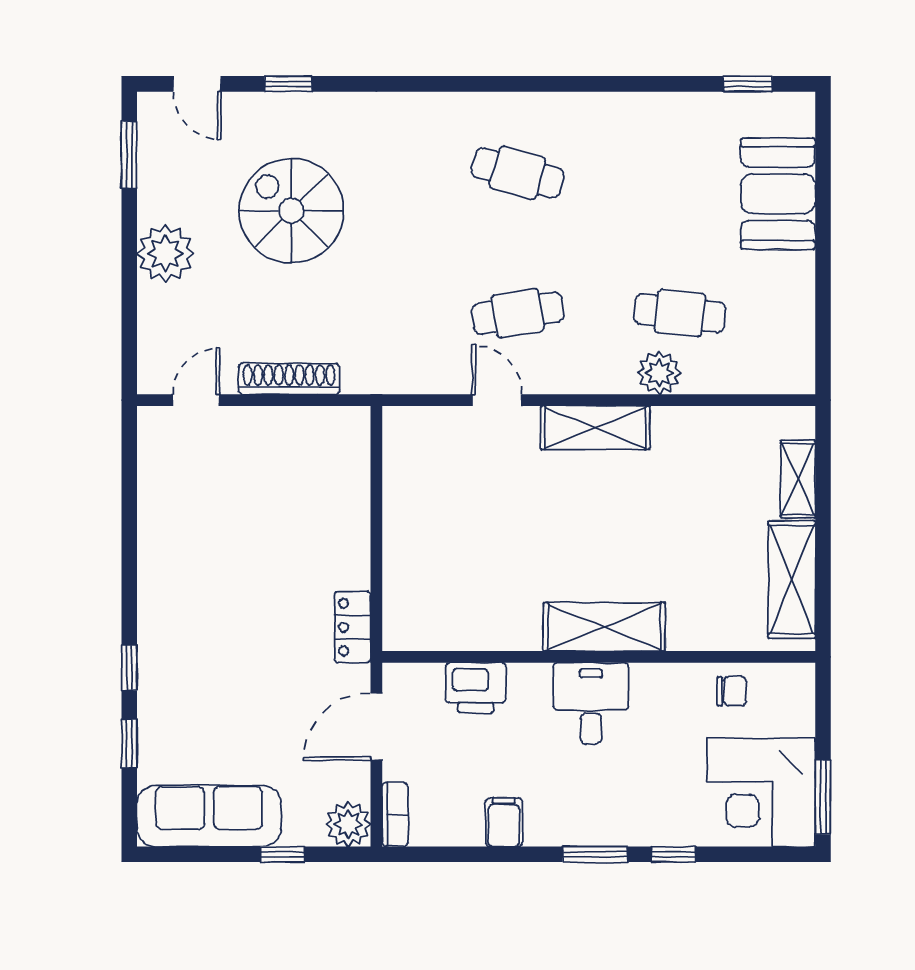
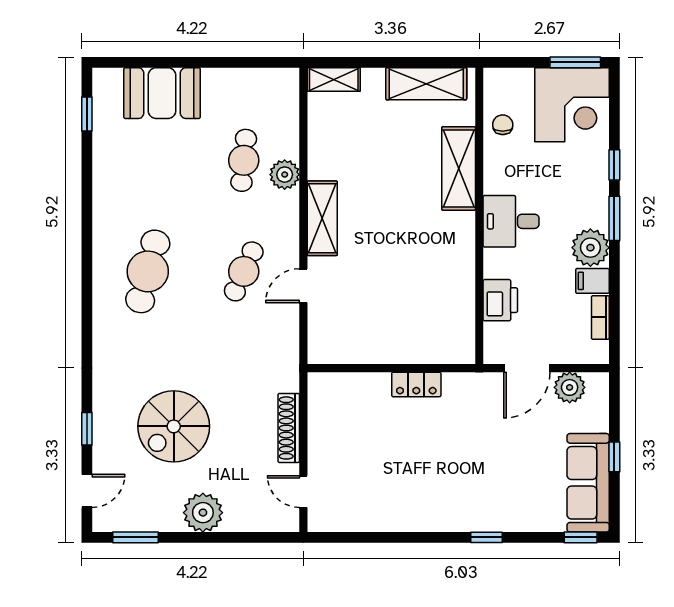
cafe table: (518, 173) -> (148, 271), width x1.37, depth x1.35
cafe table: (518, 313) -> (244, 271), turned 33
shelving: (798, 479) -> (334, 79), moved
locker: (353, 627) -> (416, 384), moved
shelving: (604, 627) -> (459, 168), moved
door: (376, 727) -> (527, 368), hinge flipped
window: (129, 743) -> (581, 537), moved
bookcase: (395, 815) -> (600, 317), moved, turned -90
plant: (552, 819) -> (590, 248), added
plant: (348, 824) -> (570, 387), moved
window: (283, 854) -> (614, 457), moved

